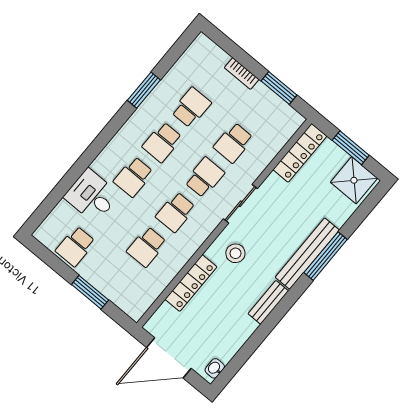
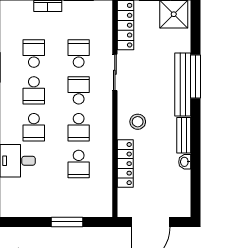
school desk: (233, 143) -> (79, 54), turned 180
sliding door: (240, 204) -> (115, 72), moved
school desk: (75, 246) -> (34, 201), removed
washbasin: (215, 368) -> (185, 162), moved

